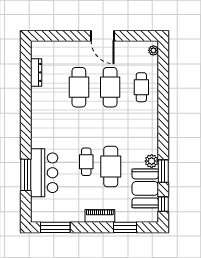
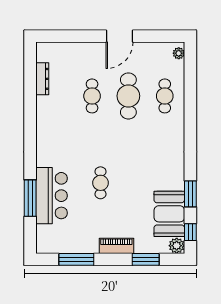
door: (103, 36) -> (120, 36), hinge flipped
cafe table: (79, 87) -> (92, 96), width x0.73, depth x0.74
plant: (152, 161) -> (177, 246), moved
cafe table: (111, 167) -> (129, 188), removed
window: (55, 227) -> (76, 259), moved

